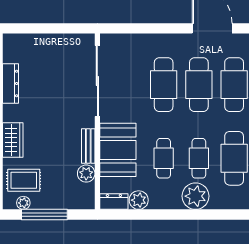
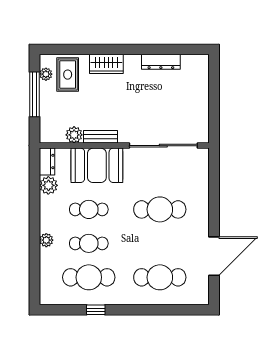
cafe table: (199, 85) -> (160, 243), removed
plant: (196, 196) -> (46, 240), width x0.53, depth x0.53

